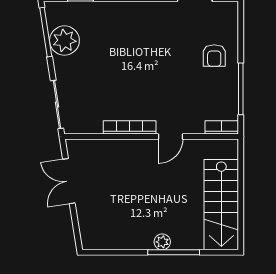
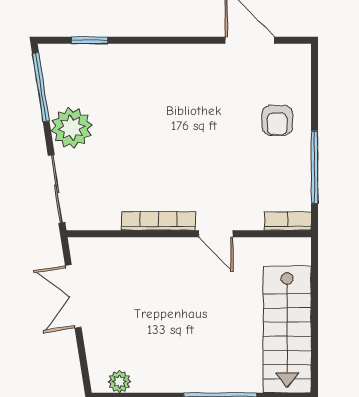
plant: (64, 41) -> (71, 128), moved
door: (170, 136) -> (216, 234), hinge flipped
plant: (162, 242) -> (119, 382), moved

